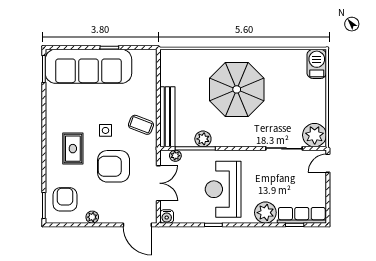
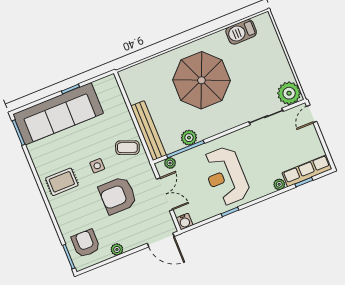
barbecue: (317, 64) -> (241, 32), moved, turned -90
rug: (73, 149) -> (62, 182), moved, turned 90
plant: (265, 213) -> (279, 184), width x0.53, depth x0.53

